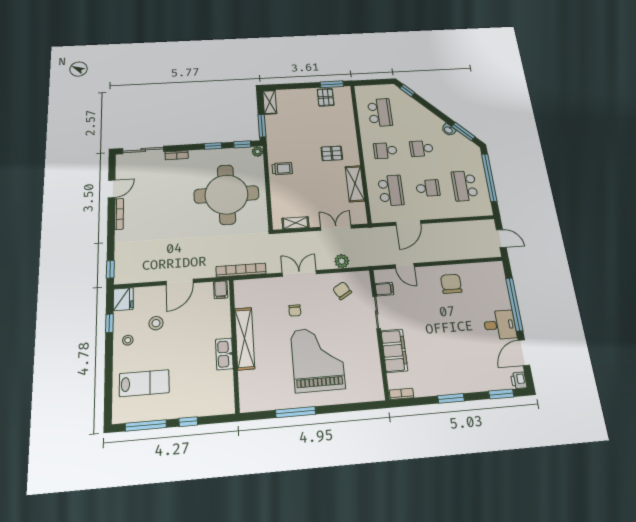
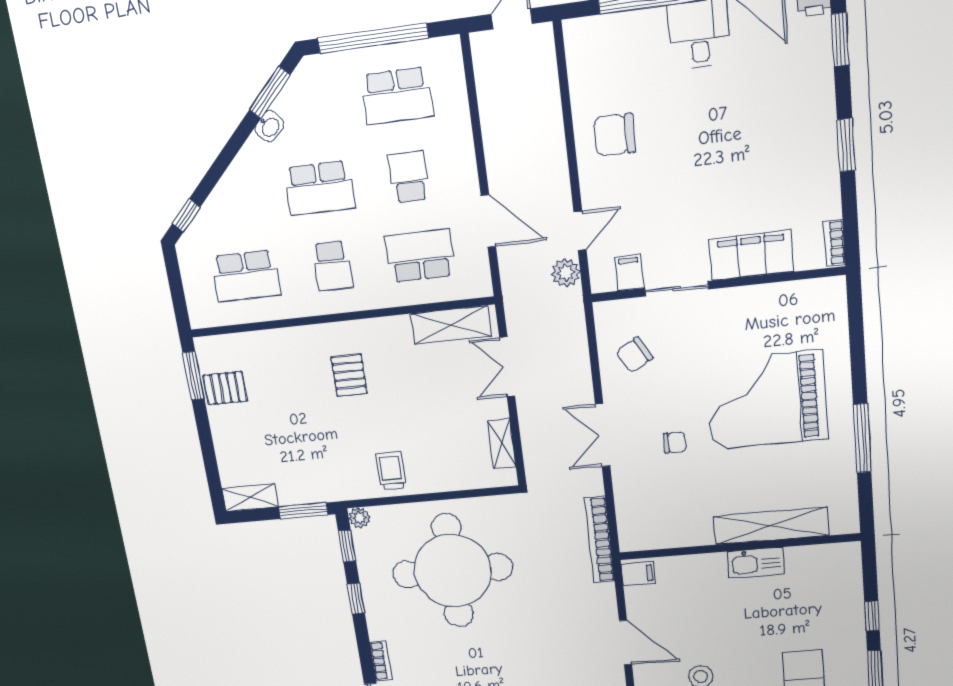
school desk: (380, 113) -> (246, 276), turned 180
school desk: (421, 148) -> (320, 188), width x1.85
shelving: (355, 184) -> (451, 325), moved
plant: (342, 261) -> (566, 273), moved
shelving: (245, 338) -> (771, 526), moved

